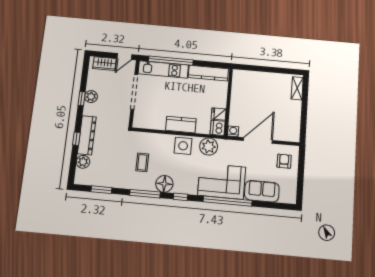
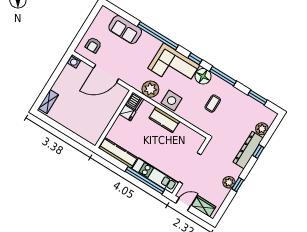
washing machine: (233, 131) -> (74, 61), moved
corner sofa: (222, 181) -> (174, 67), moved

